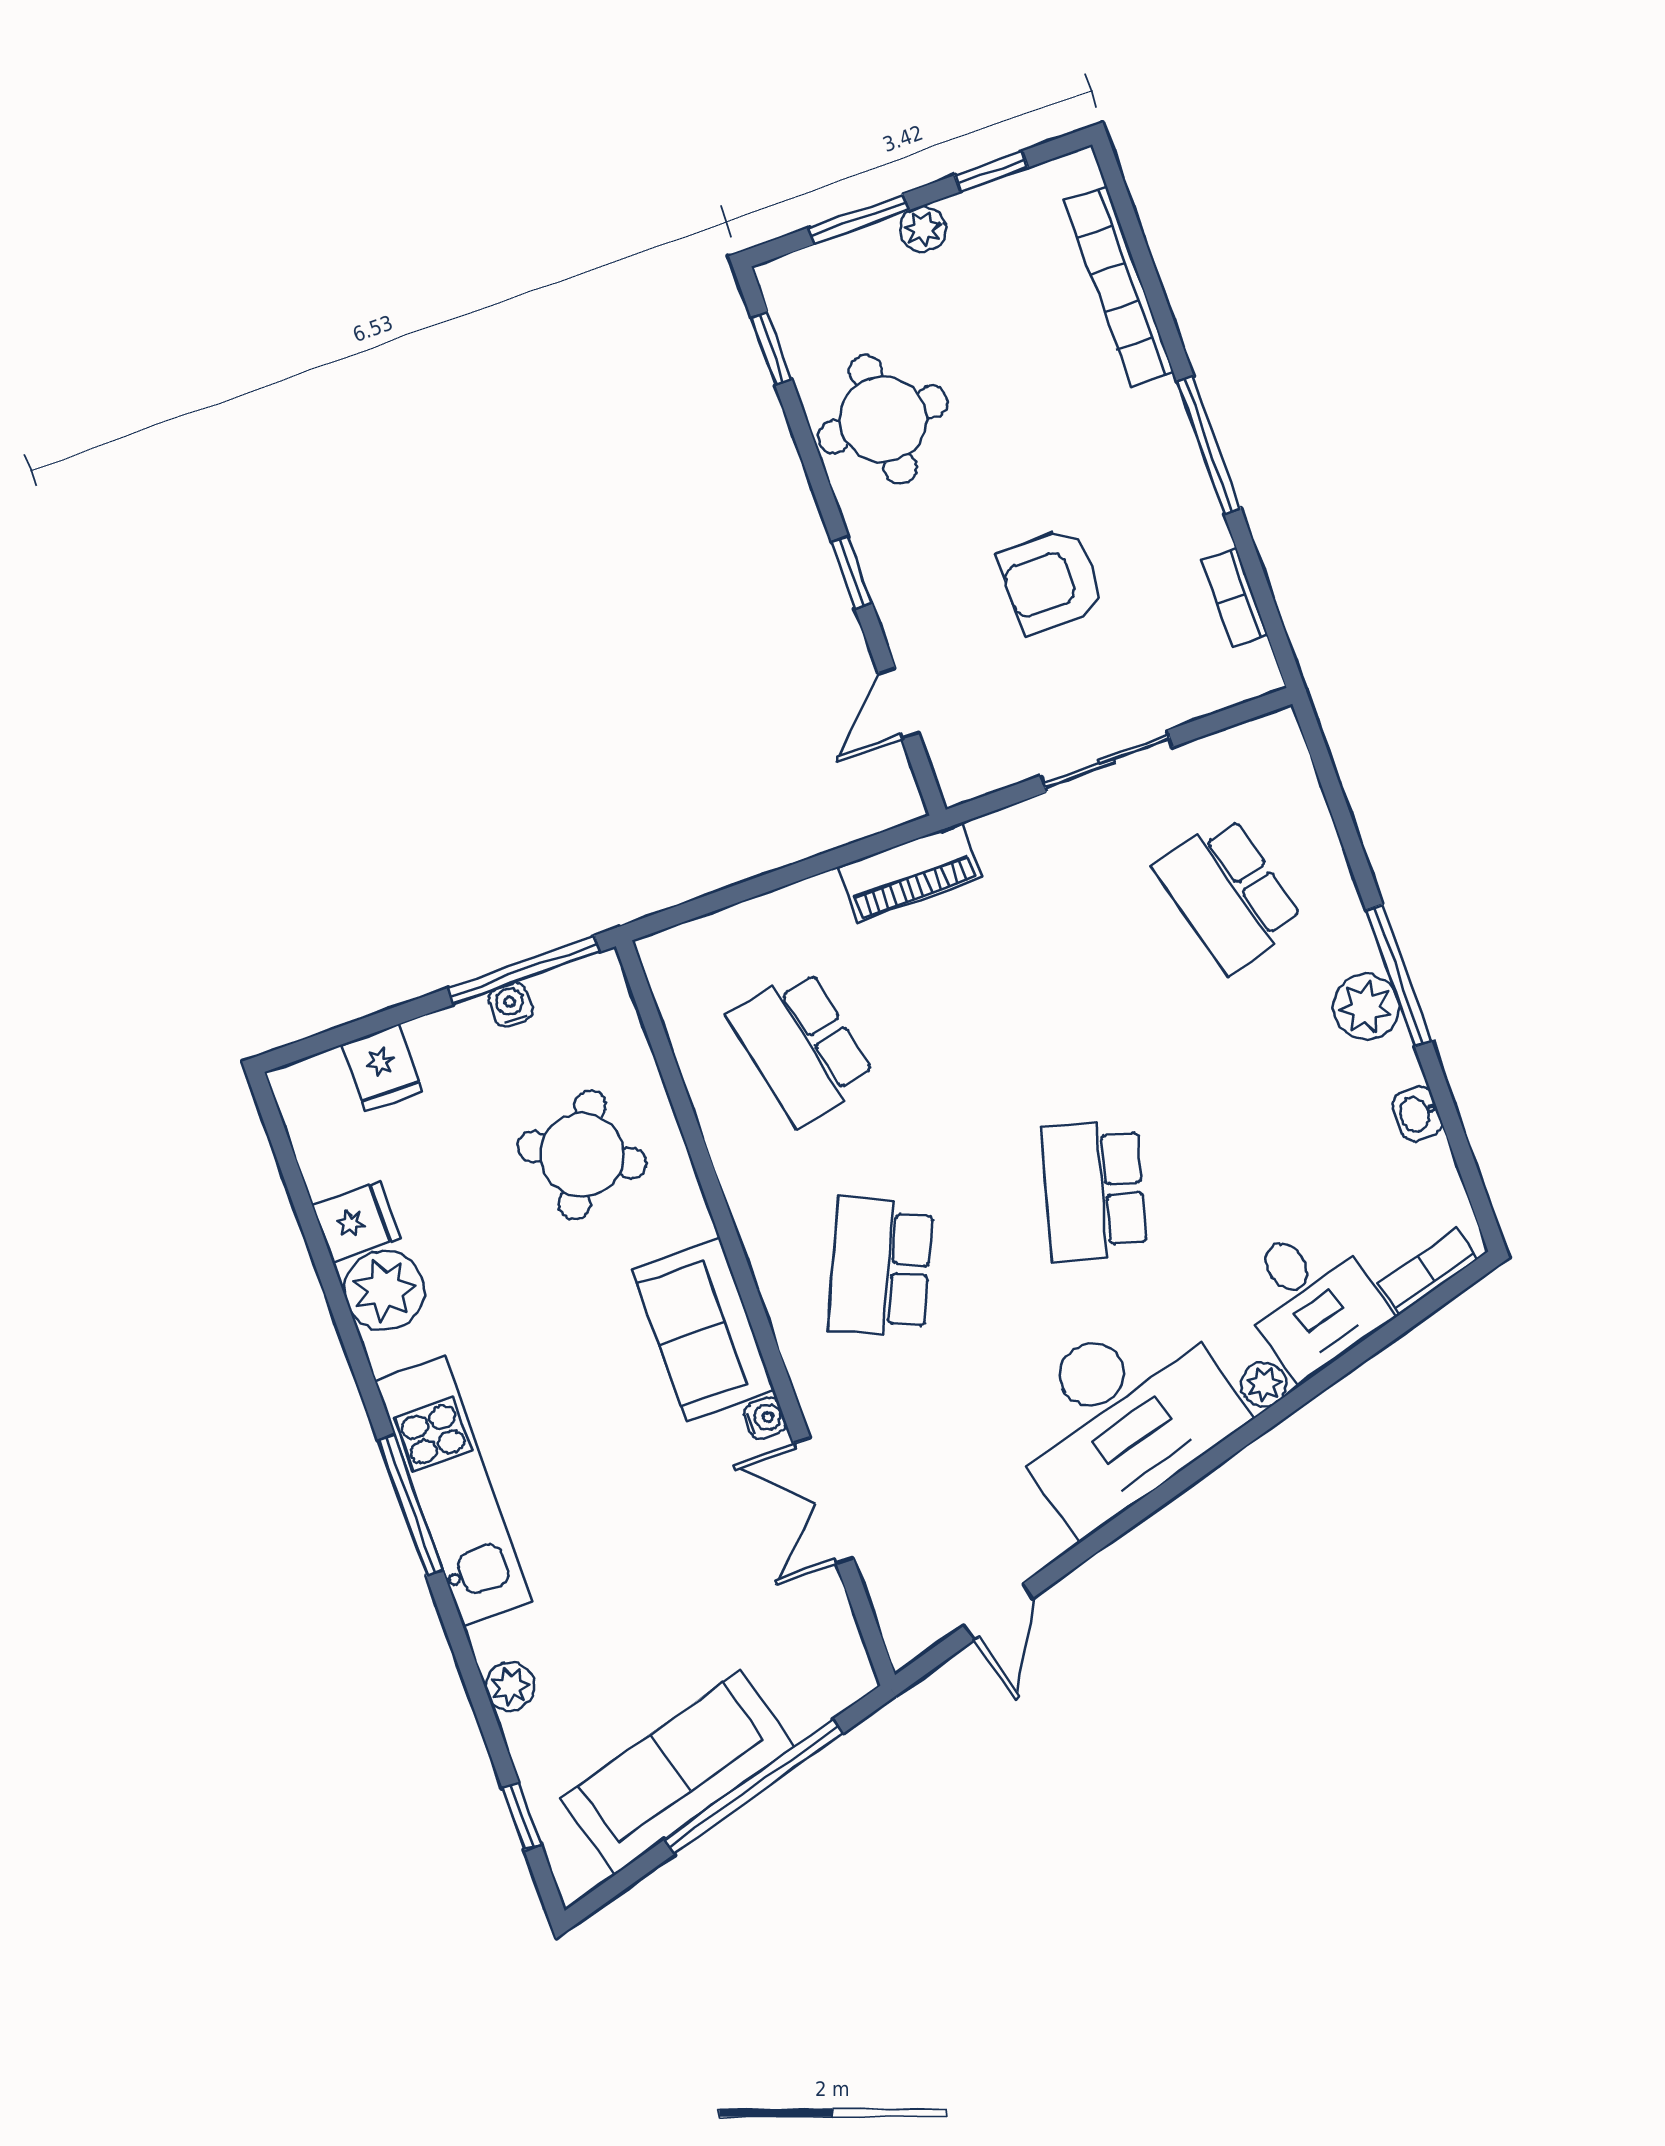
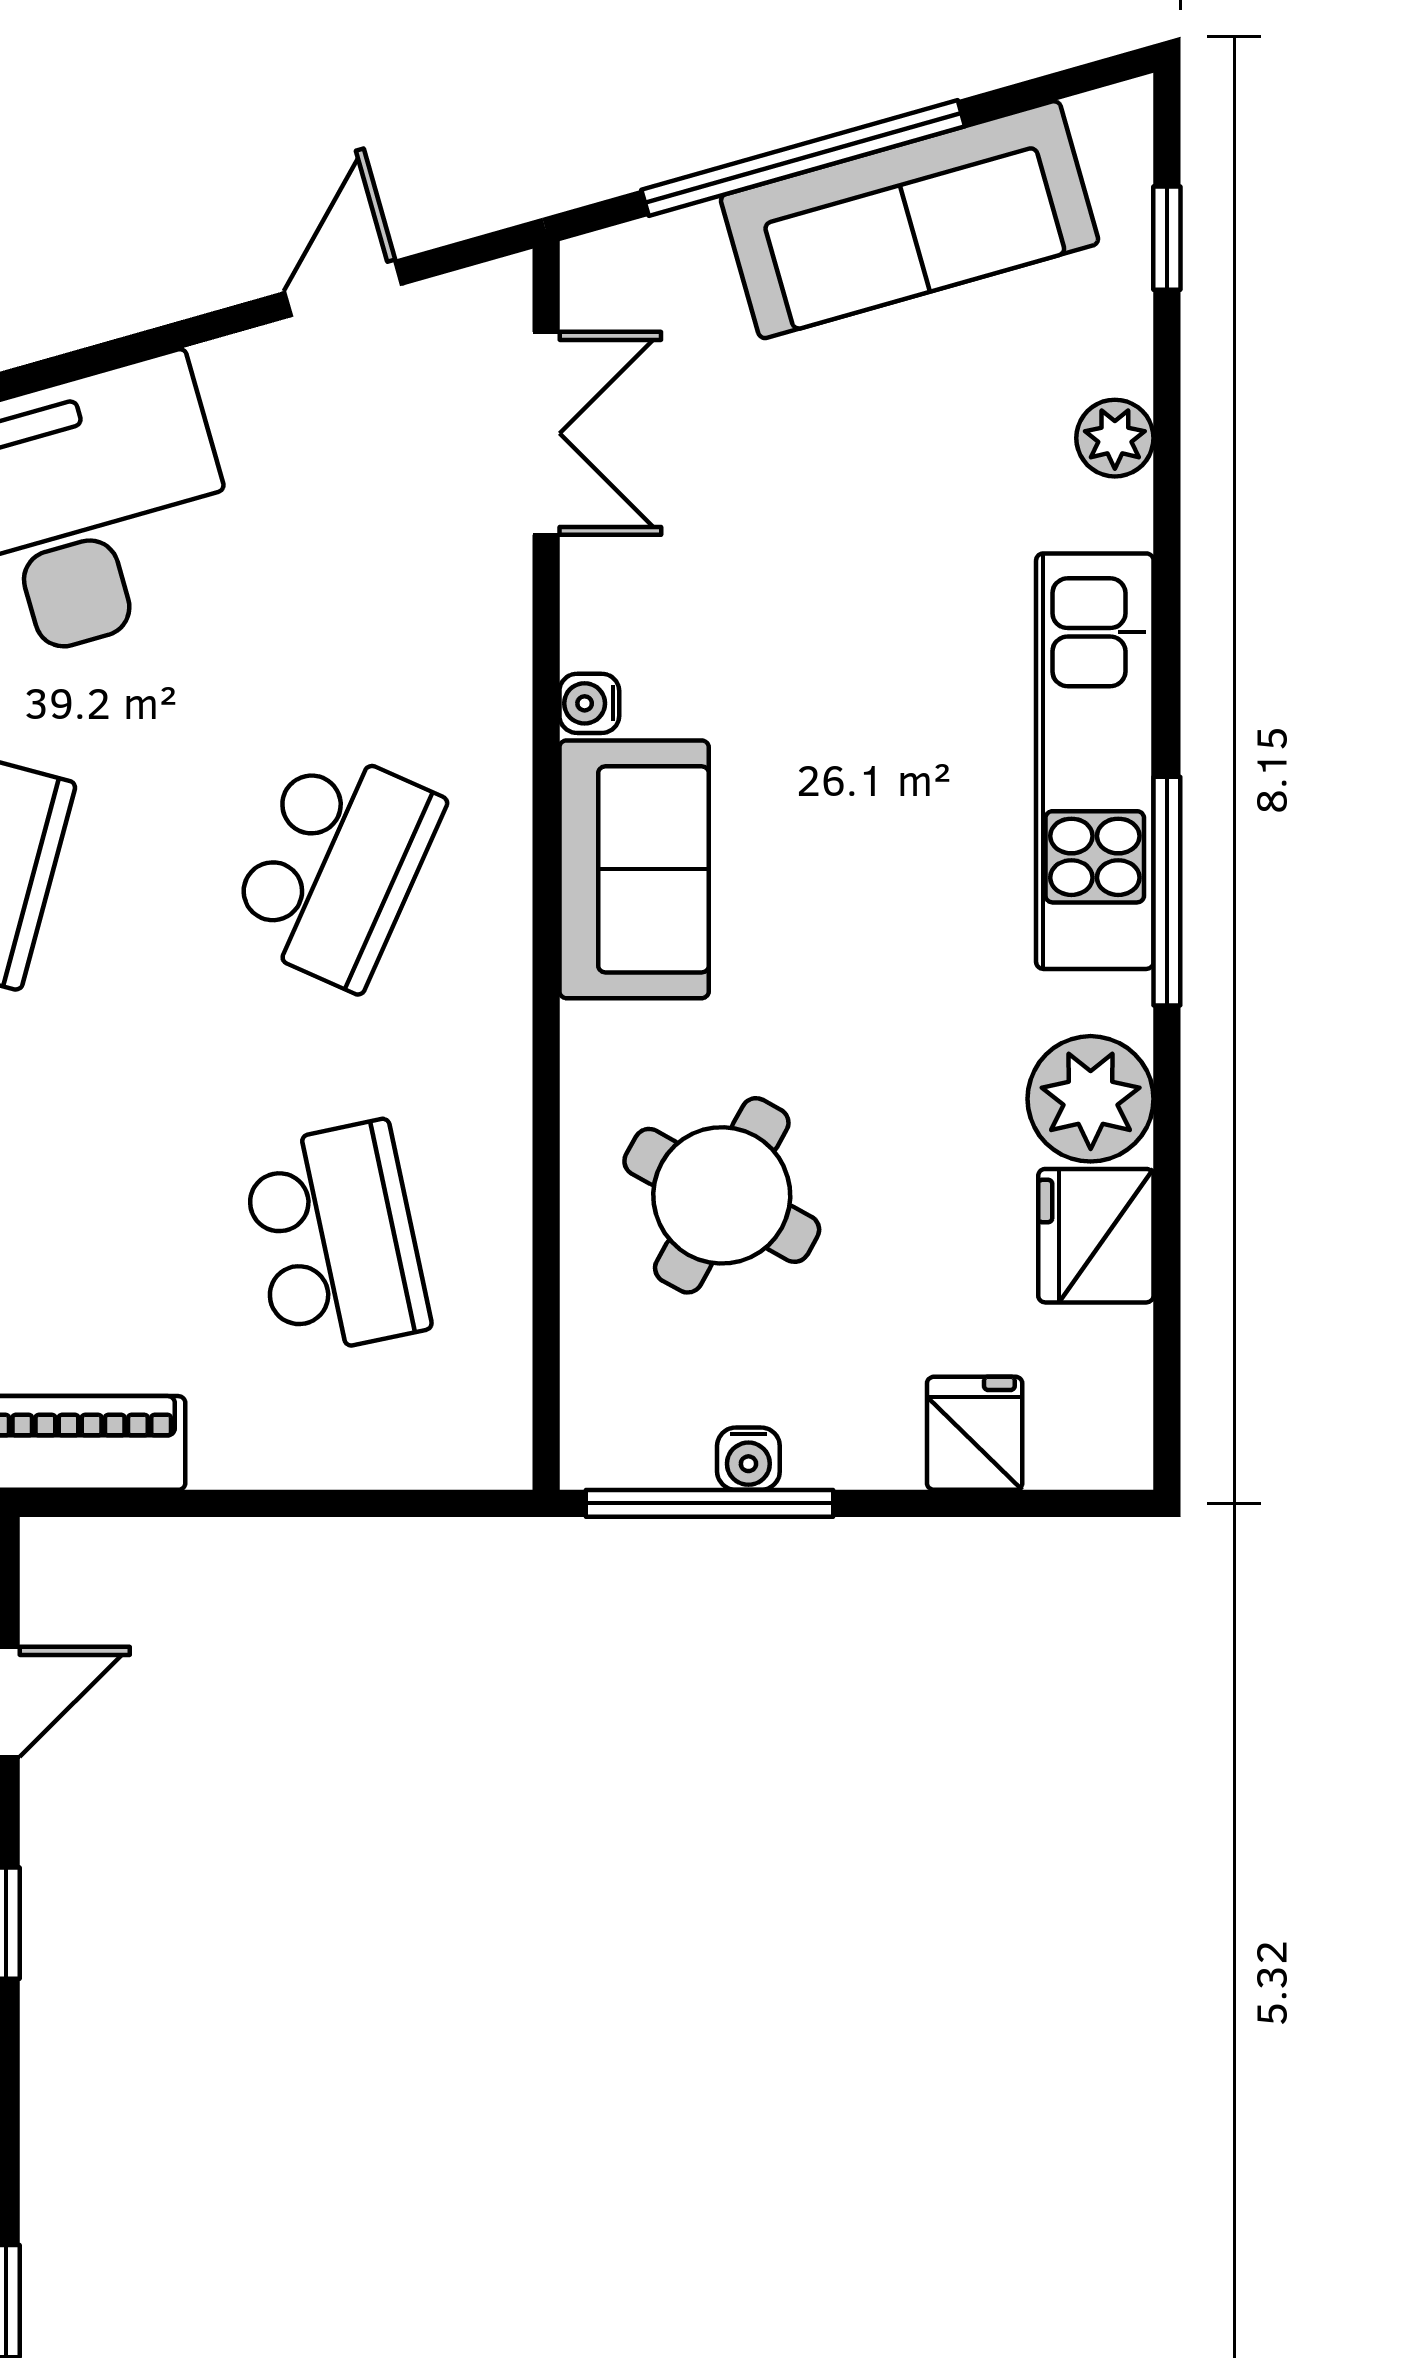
fridge: (356, 1221) -> (1096, 1236), width x1.38
double door: (823, 1501) -> (546, 433), moved
window: (410, 1505) -> (1167, 891), moved

